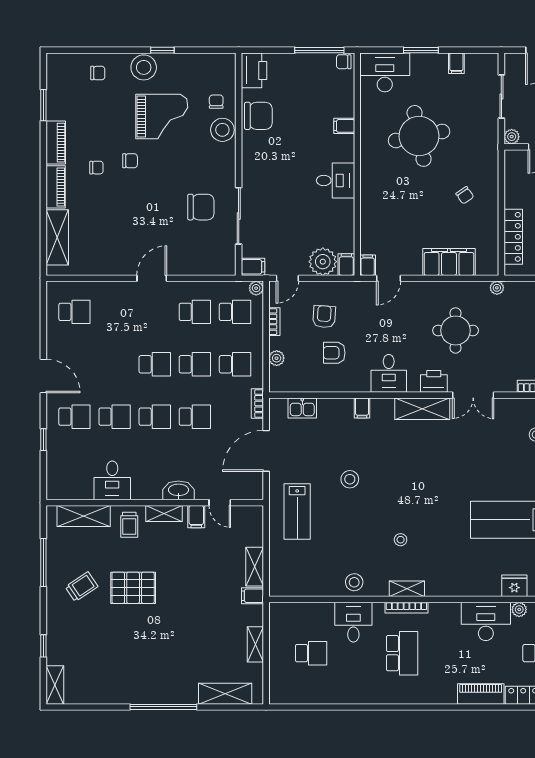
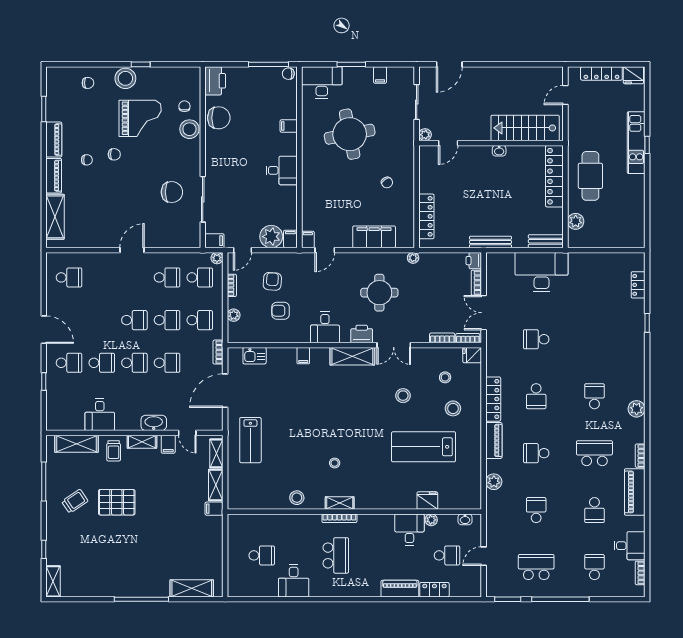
stool: (350, 479) -> (403, 396), moved
desk: (486, 621) -> (409, 530), width x0.73
desk: (353, 622) -> (294, 581), moved, turned 180
shelving: (255, 644) -> (216, 453), moved

